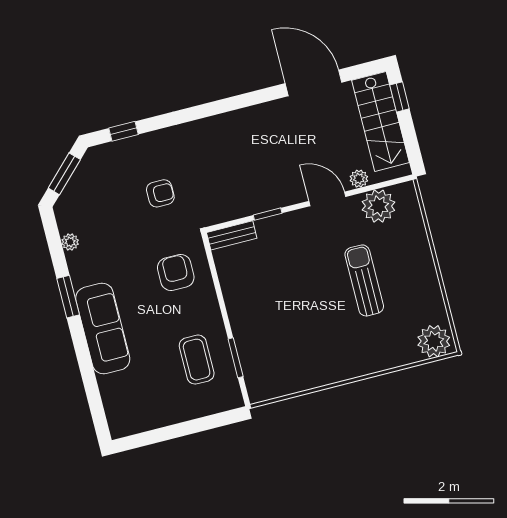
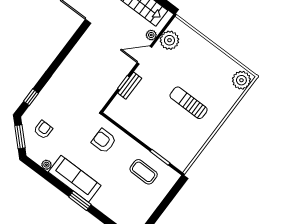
armchair: (160, 193) -> (43, 130), moved
bench: (232, 235) -> (130, 86), moved
sun lounger: (364, 280) -> (189, 103), moved
window: (68, 297) -> (80, 201), moved
sofa: (103, 329) -> (75, 179), moved

